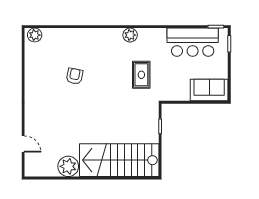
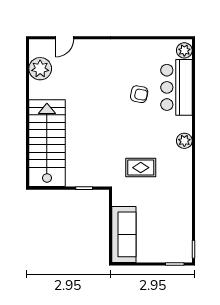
plant: (130, 35) -> (184, 141), moved
bar counter: (193, 42) -> (177, 87), moved
sofa: (209, 90) -> (124, 234), width x1.36
plant: (68, 166) -> (40, 69), moved

